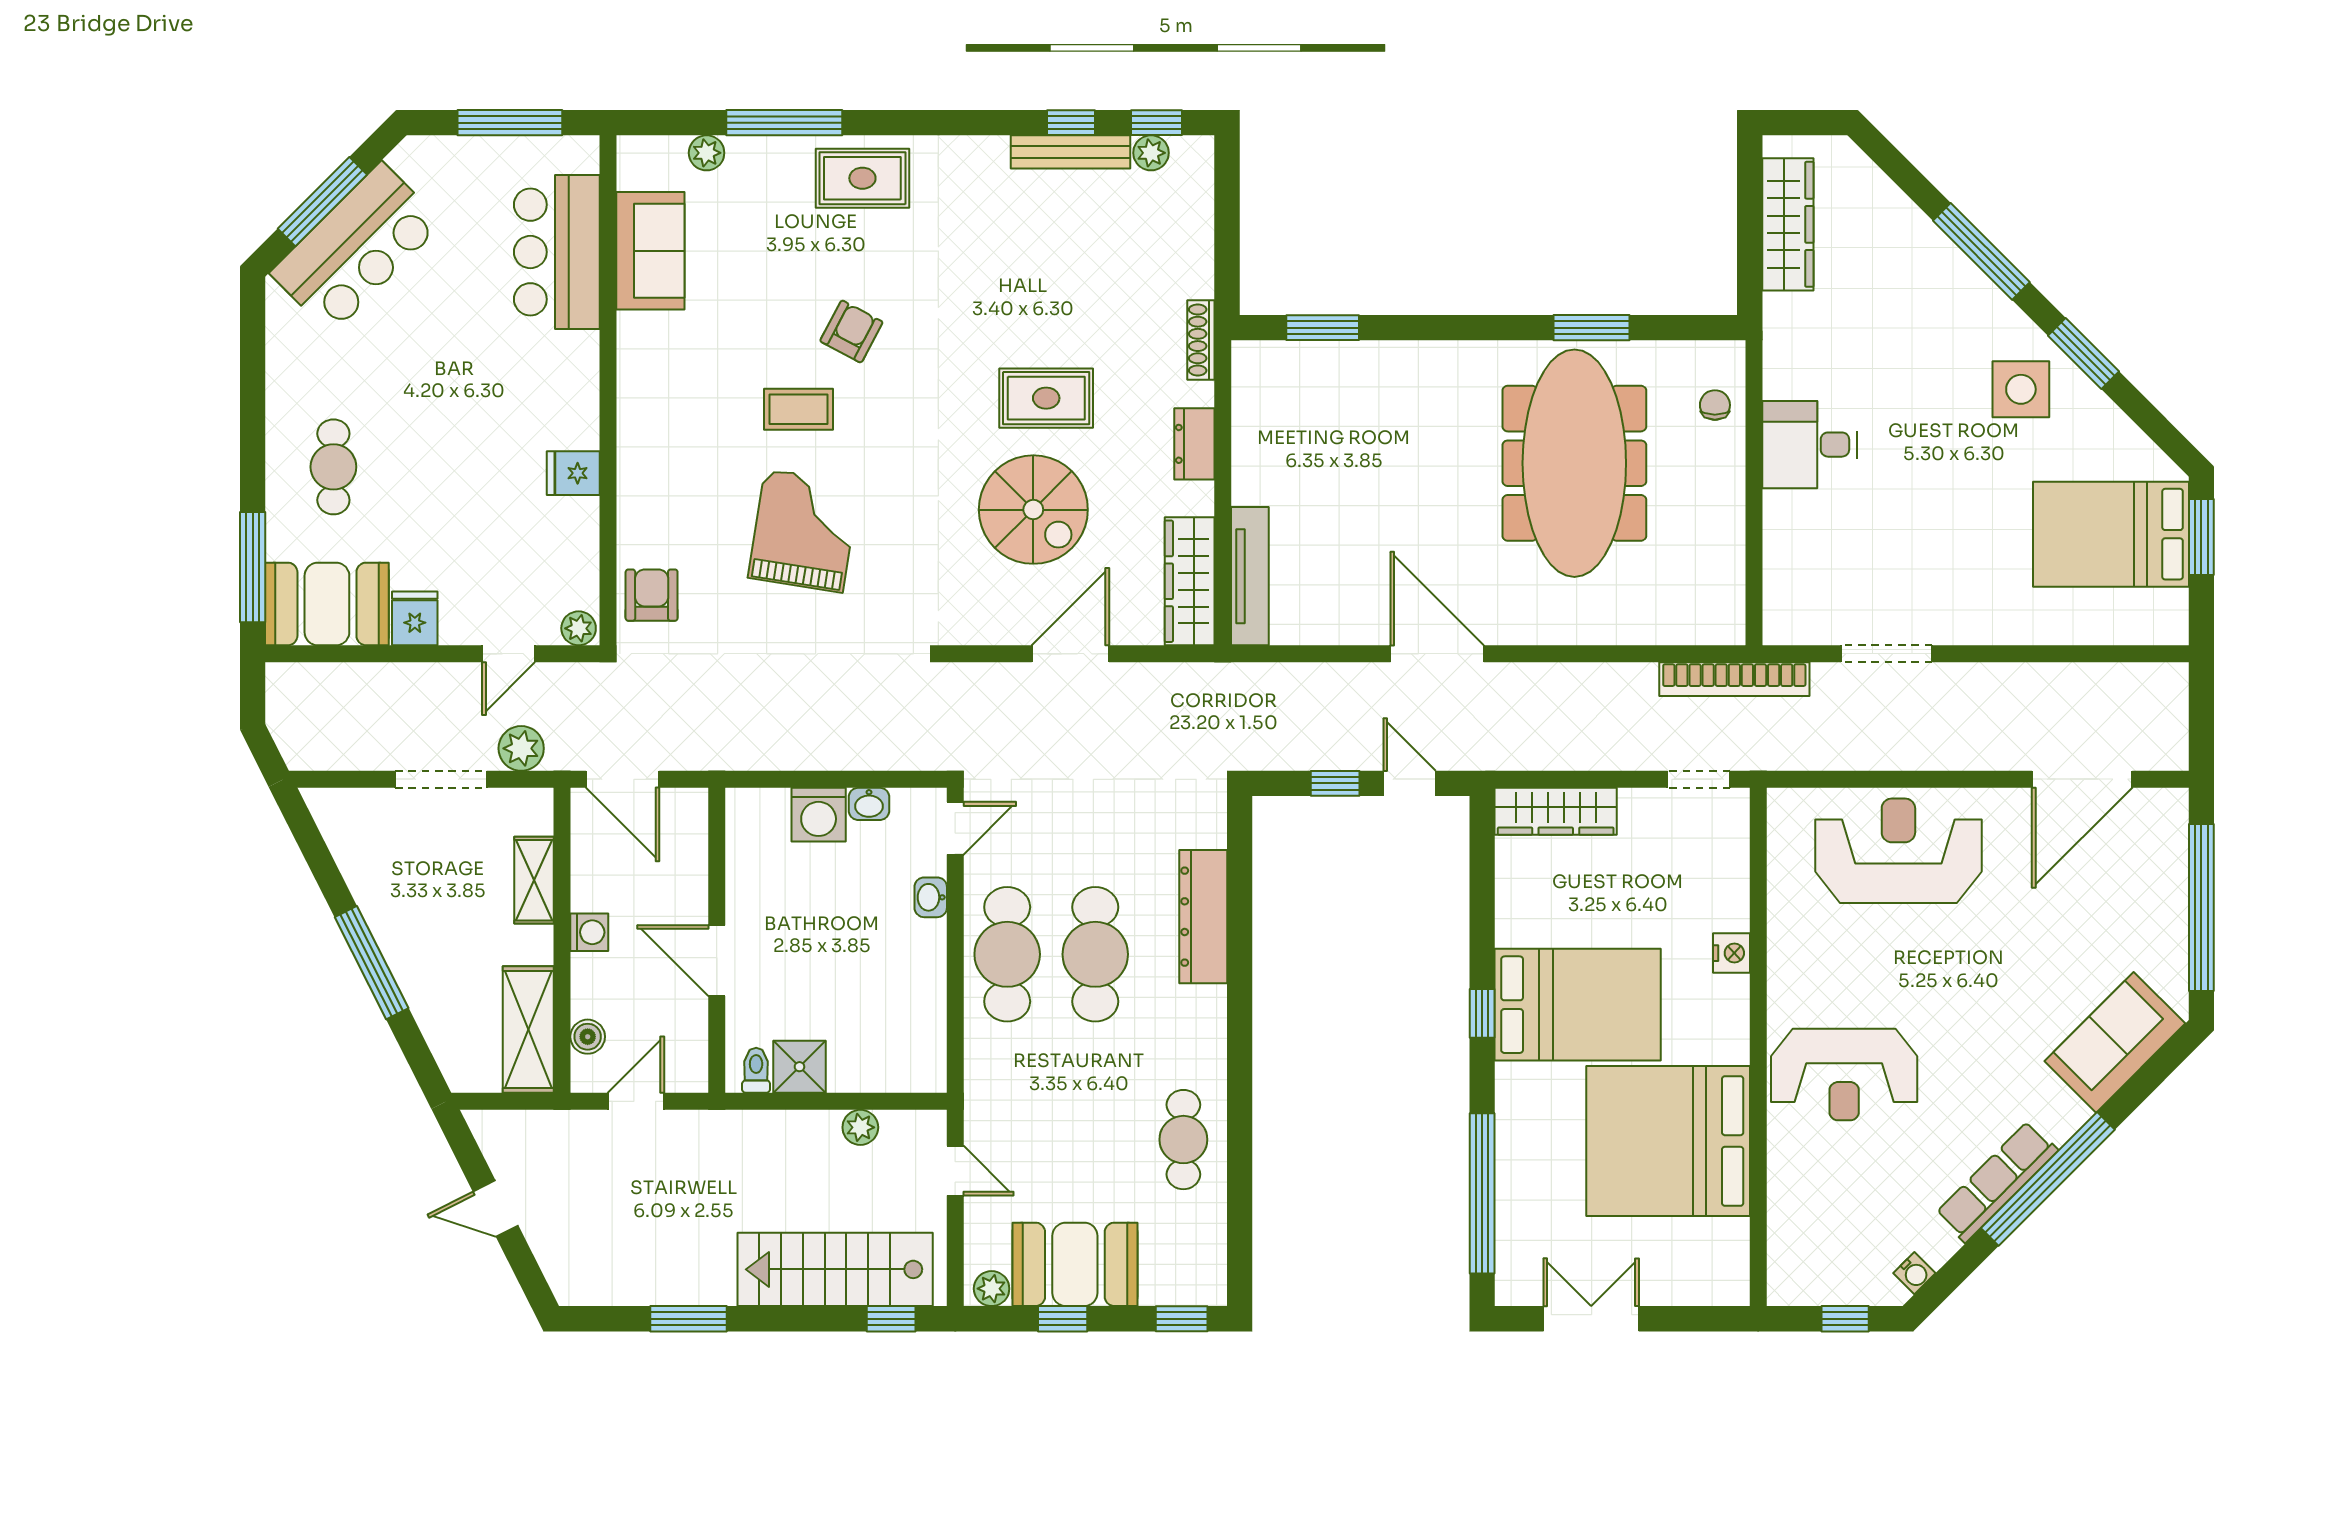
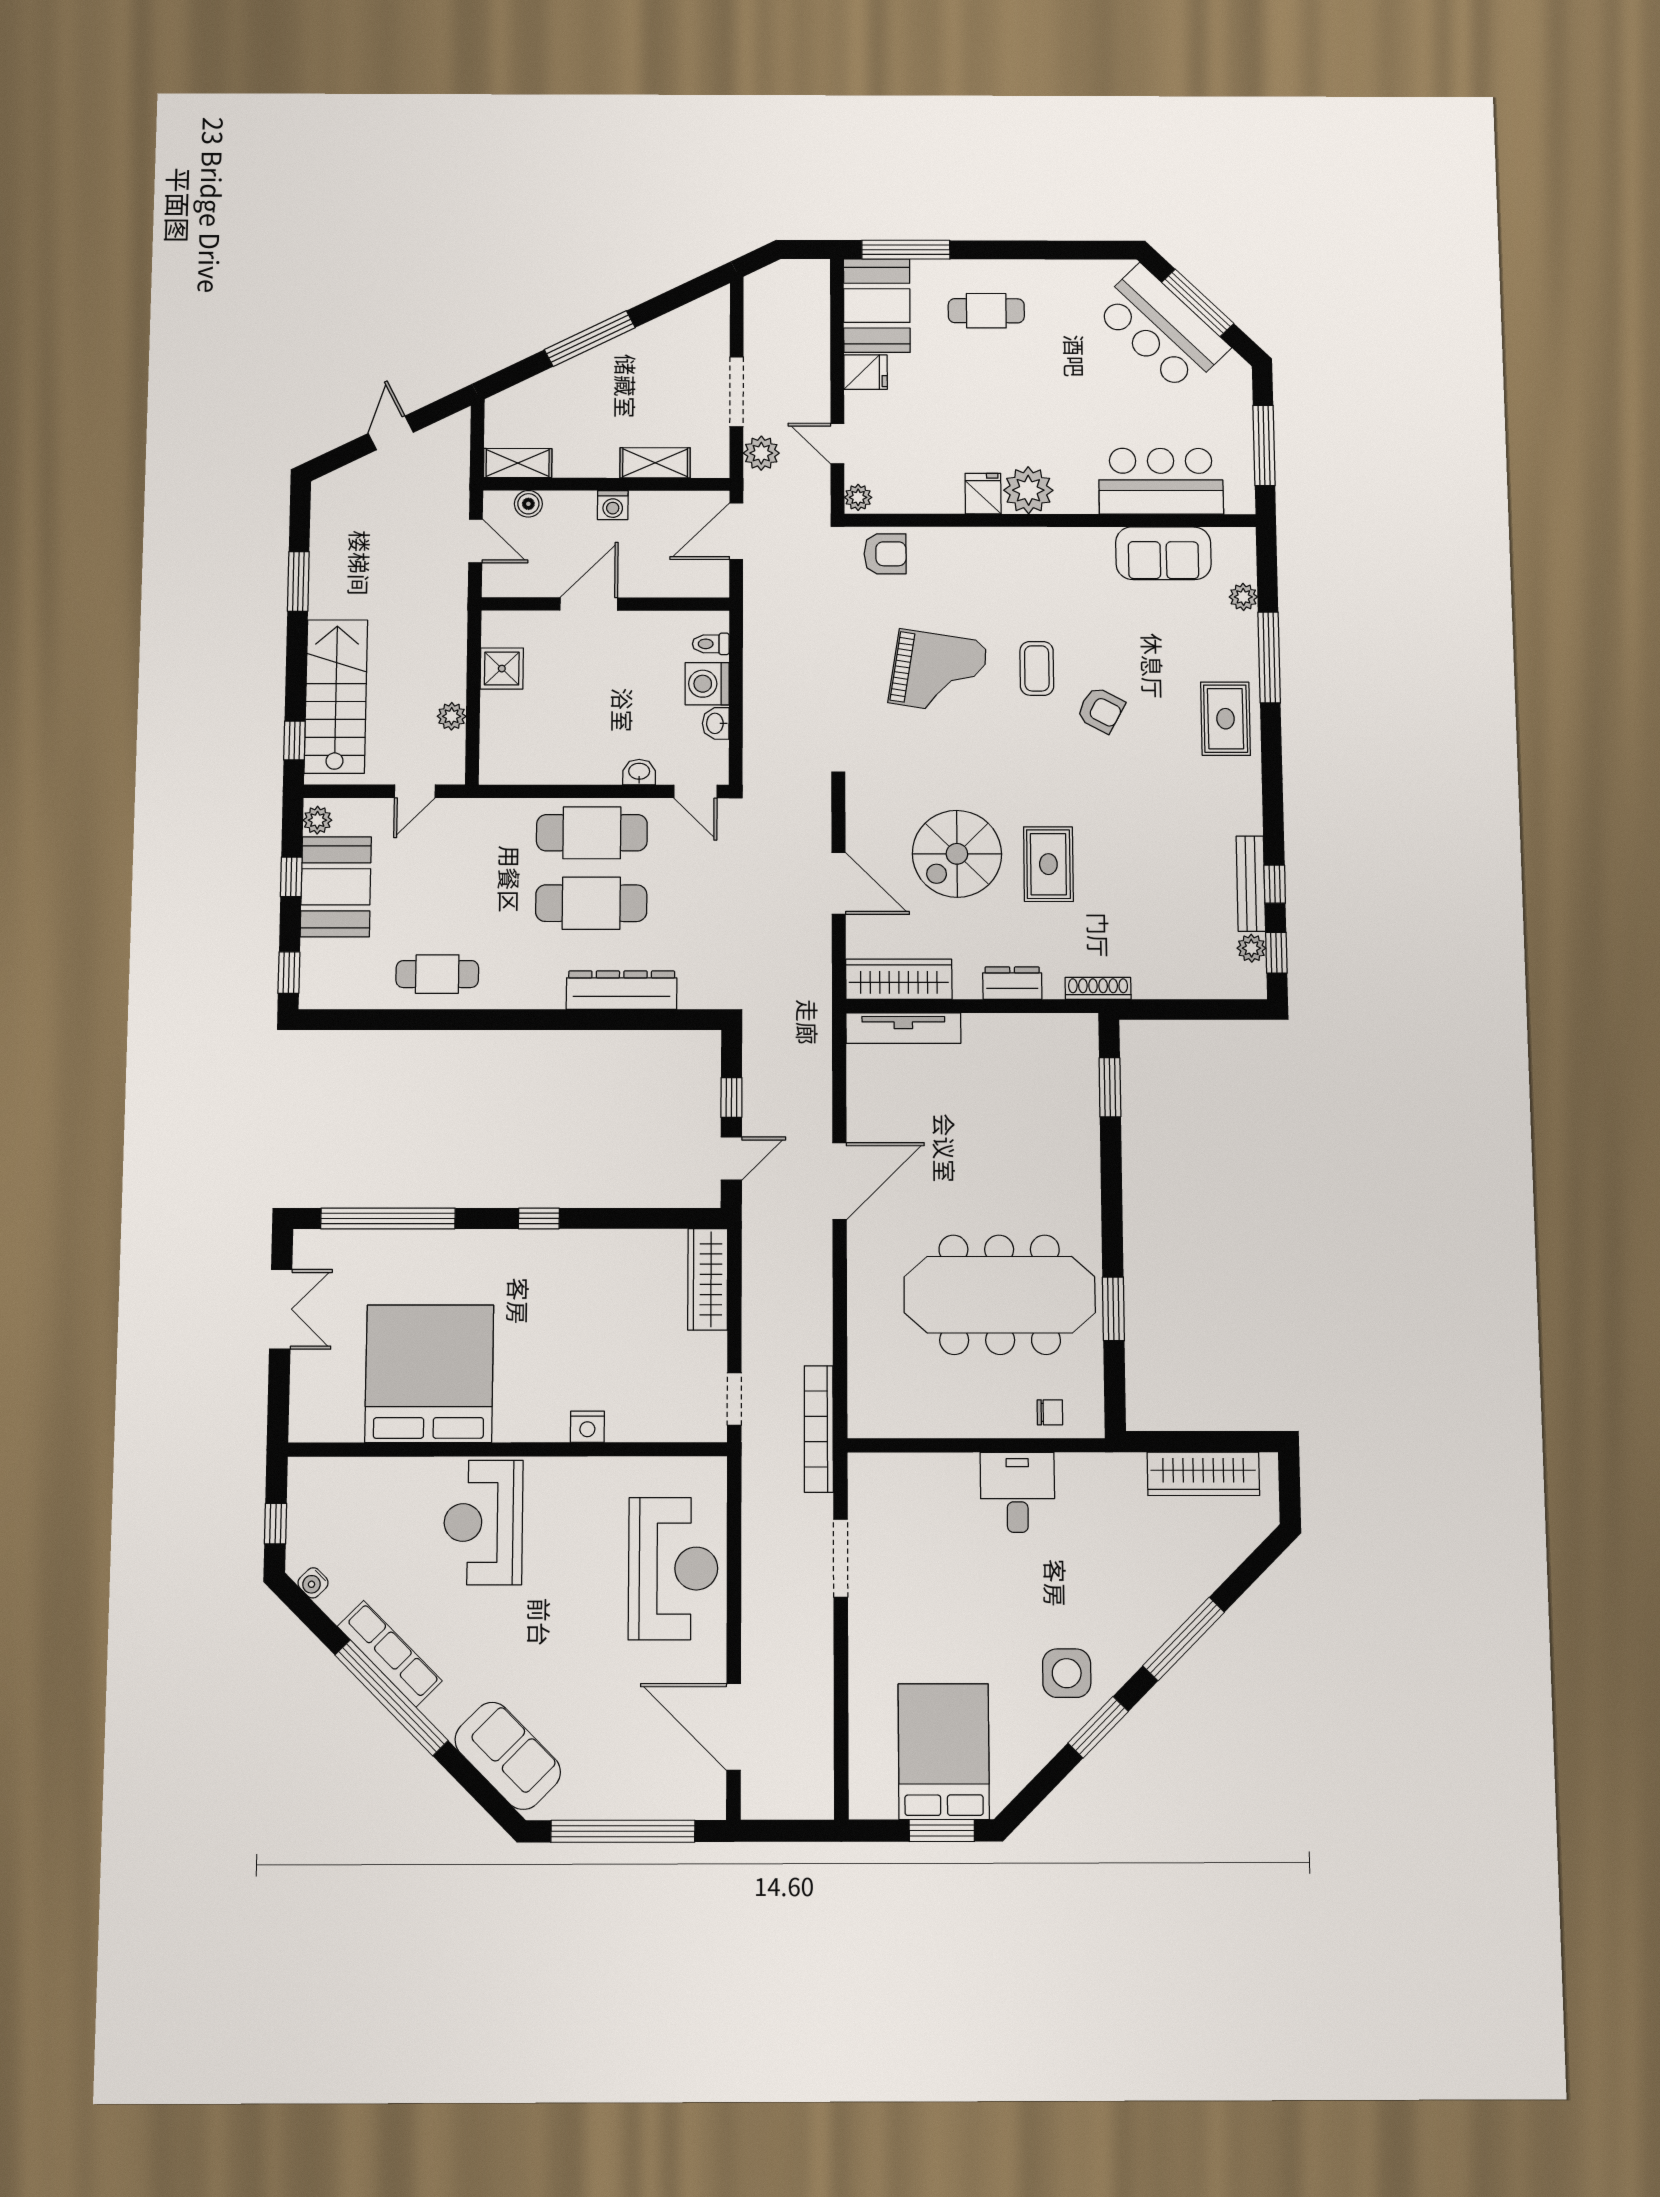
plant: (569, 417) -> (1028, 490), added
bed: (1578, 1005) -> (545, 1298), removed
shelving: (528, 1030) -> (518, 463), width x0.67, depth x0.75
toilet: (756, 1070) -> (711, 644), moved, turned 180

